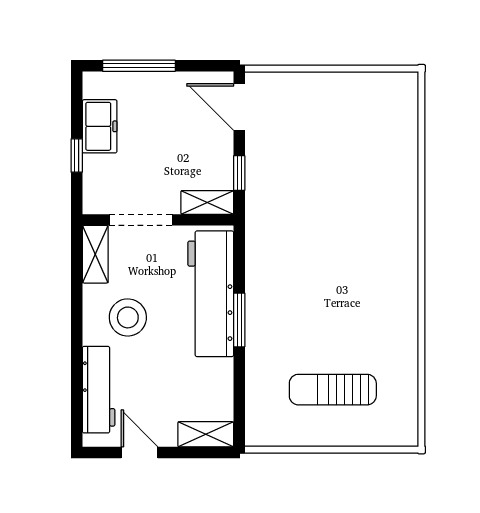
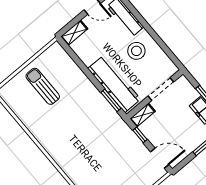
shelving: (95, 254) -> (167, 63), removed
window: (239, 320) -> (111, 100), moved
sun lounger: (333, 390) -> (43, 86), turned -90

